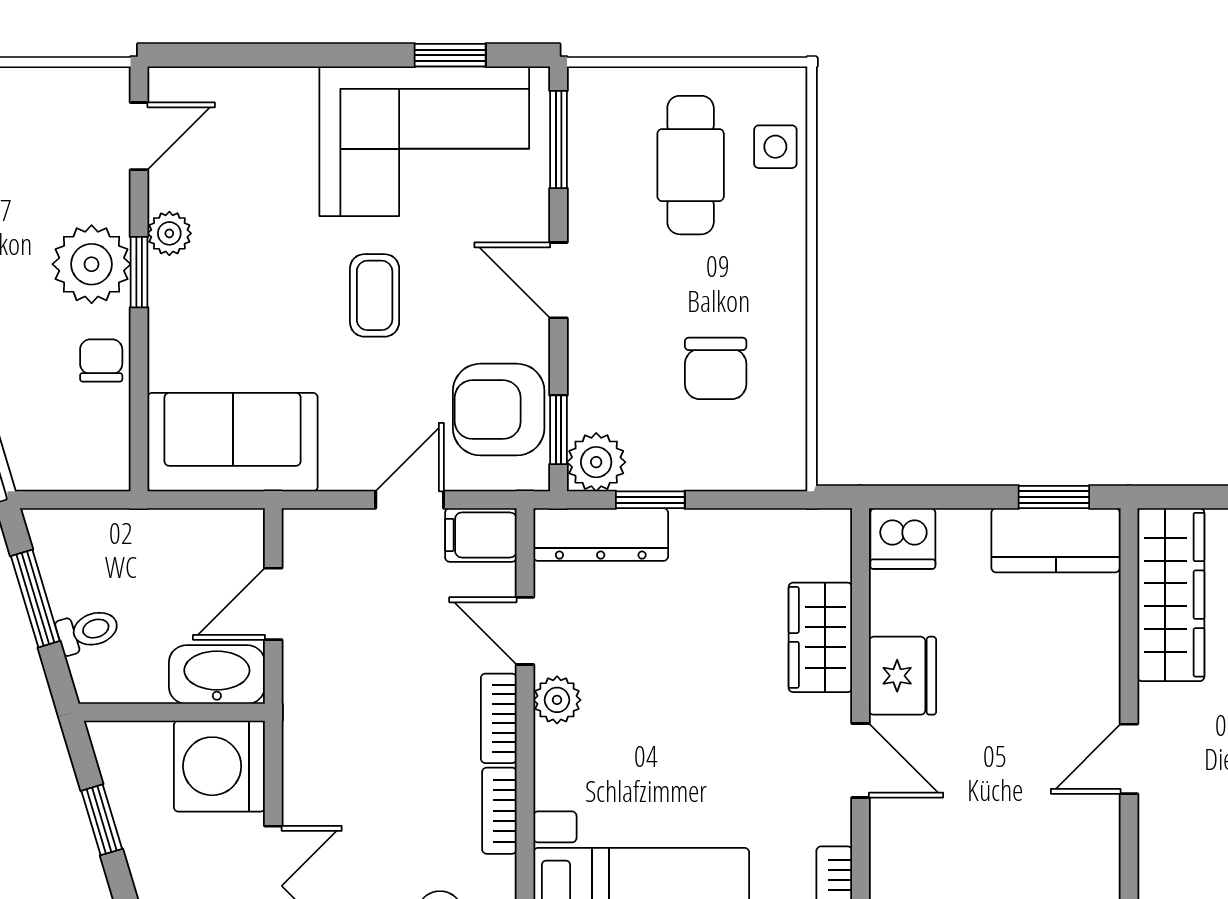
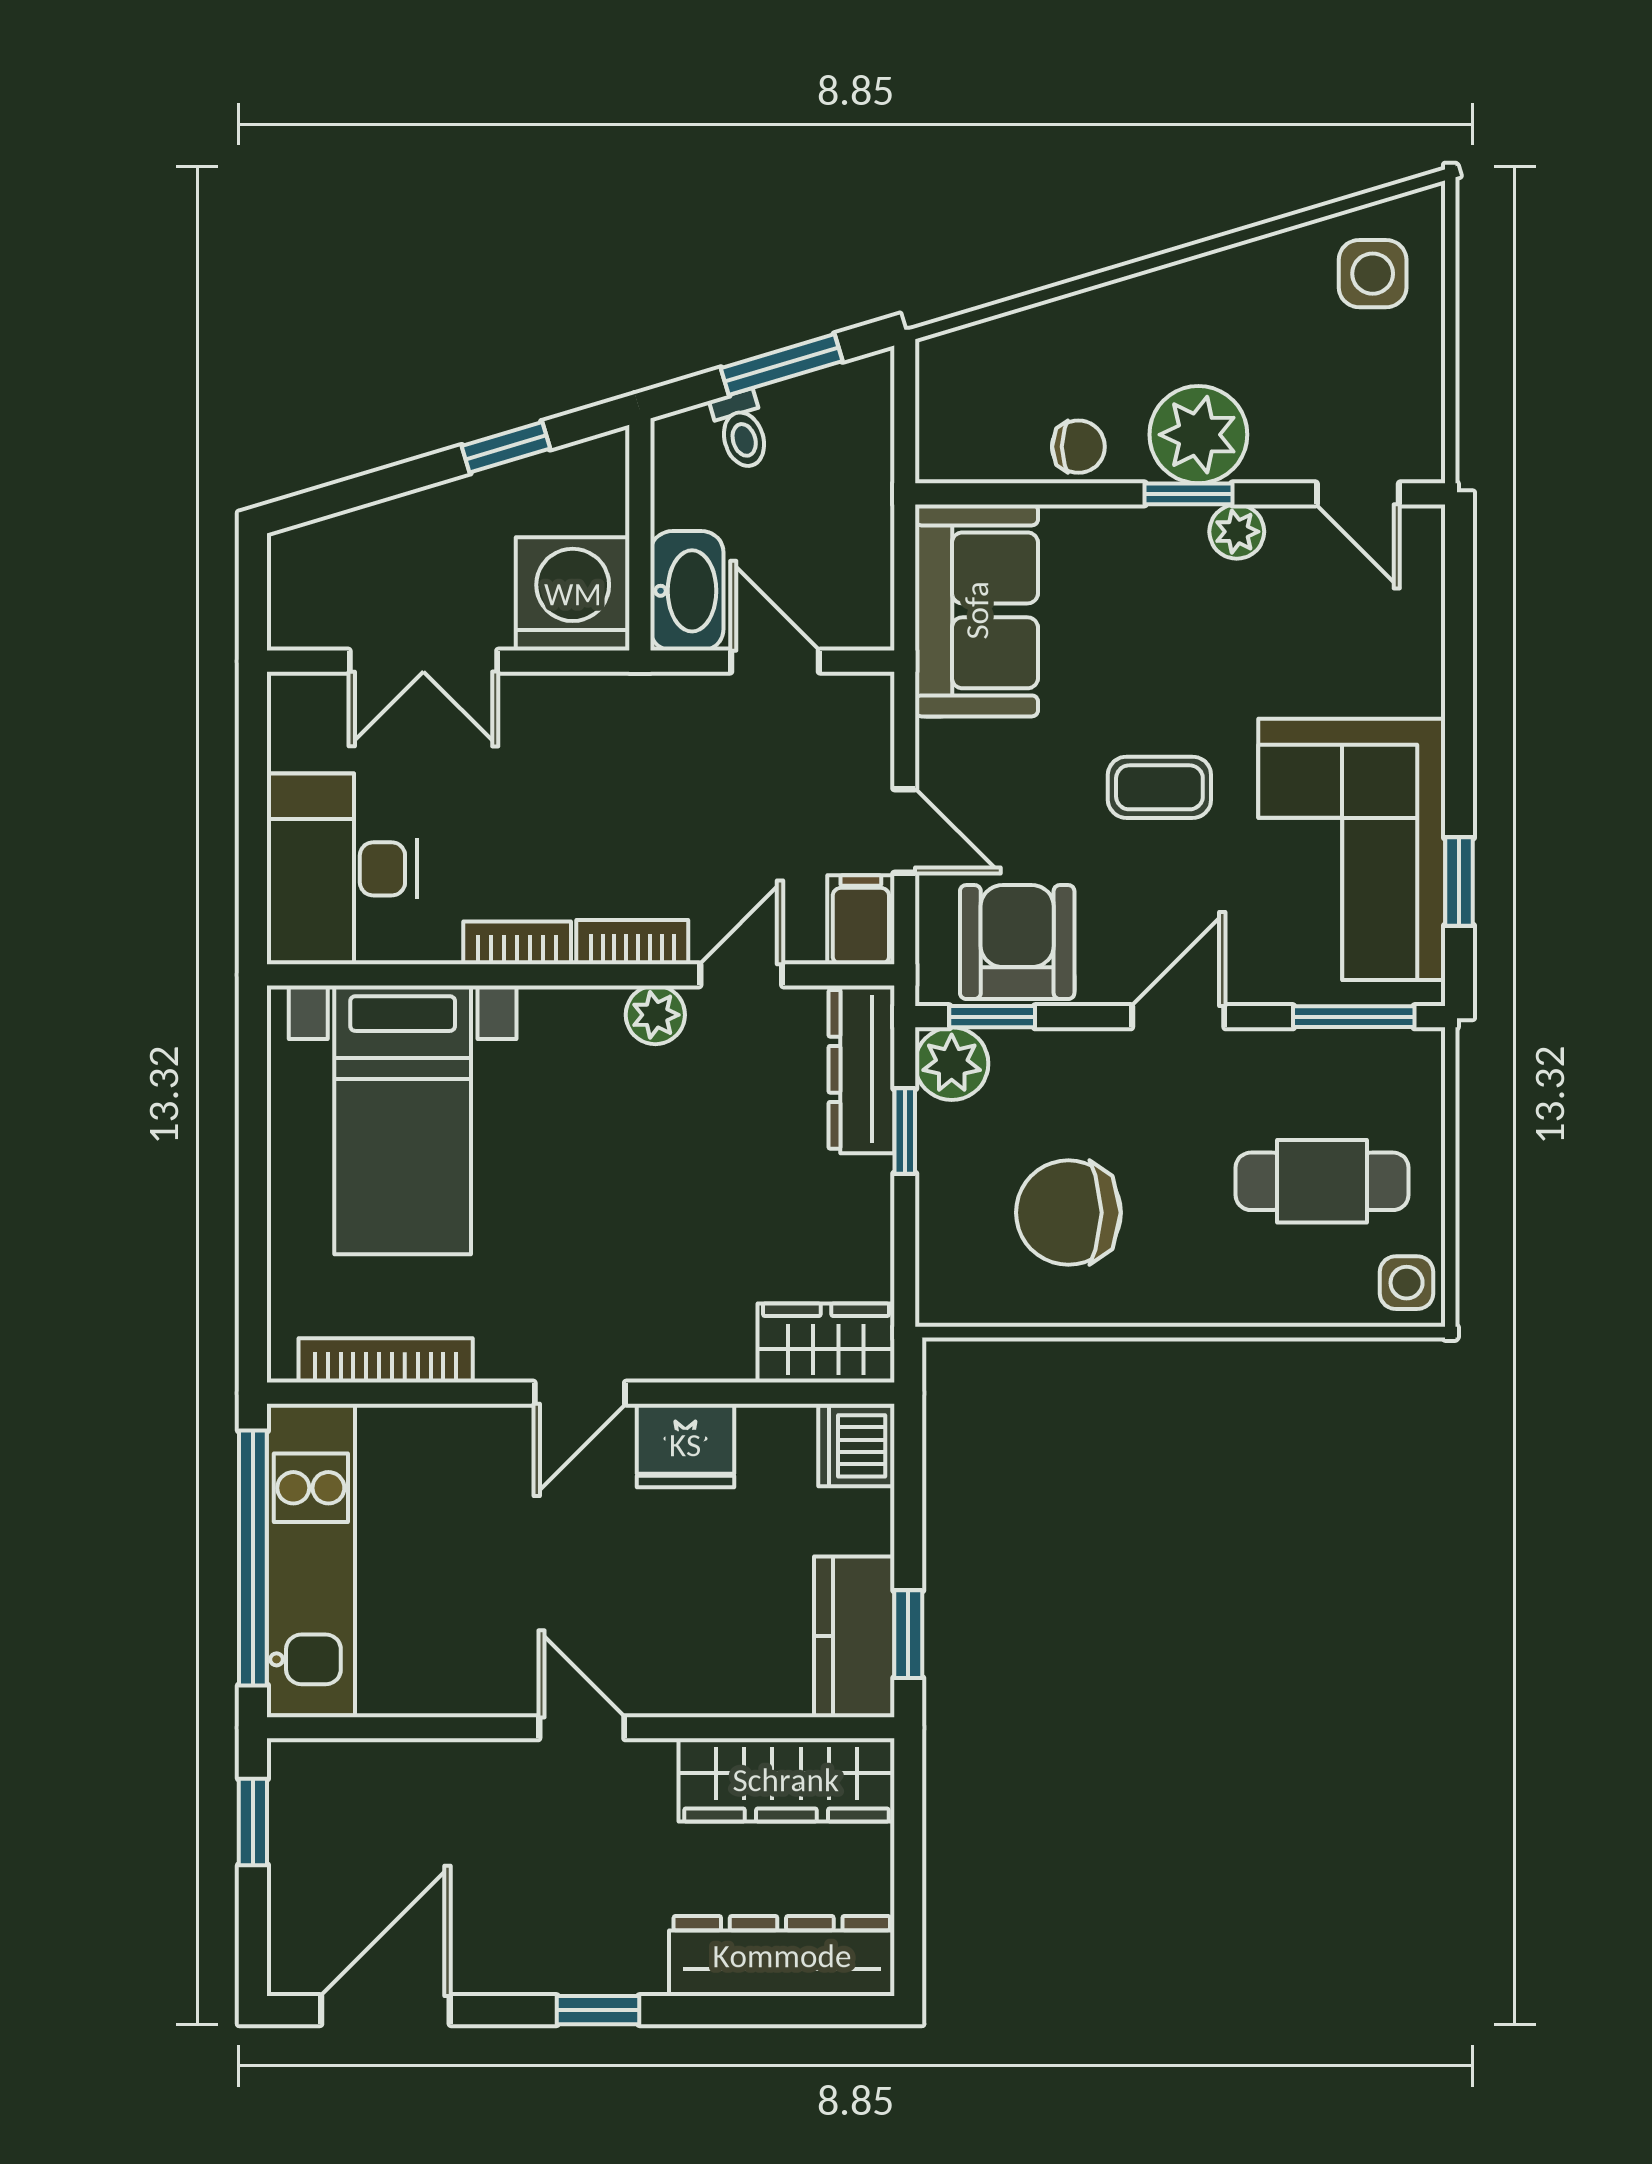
side table: (775, 147) -> (1407, 1283), moved
chair: (716, 368) -> (1068, 1213), width x1.37, depth x1.37
wardrobe: (820, 637) -> (826, 1343), moved

